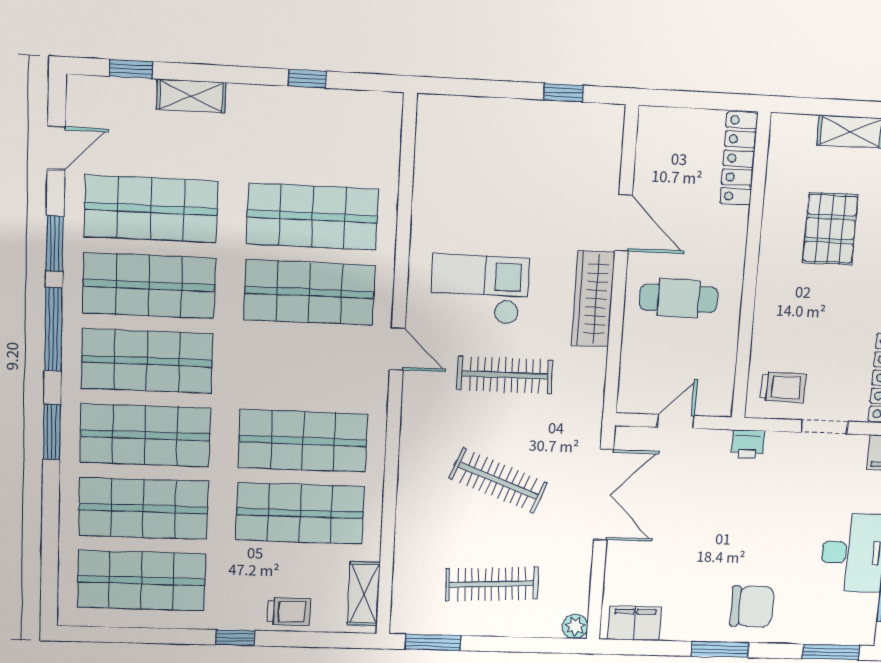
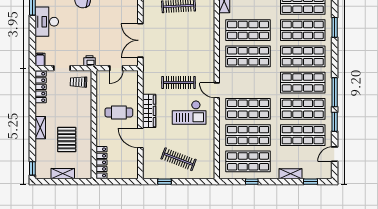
shop shelf: (316, 140) -> (248, 161), added
window: (52, 432) -> (335, 27), moved
clothes rail: (498, 481) -> (179, 159), moved

